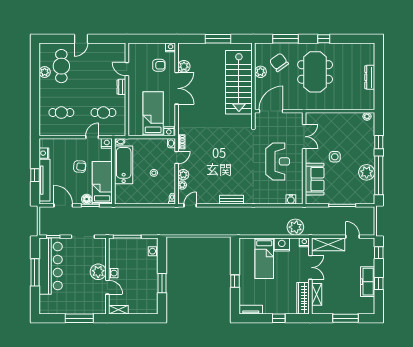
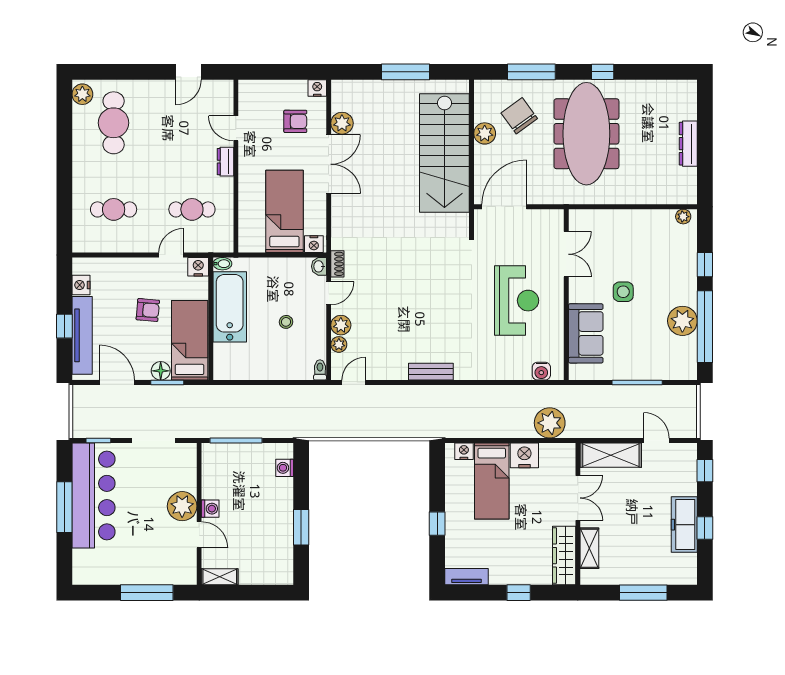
door: (81, 39) -> (188, 72), moved
plant: (45, 72) -> (82, 94), moved
meeting table: (315, 72) -> (586, 134), width x1.36
nightstand: (304, 242) -> (464, 451), moved

